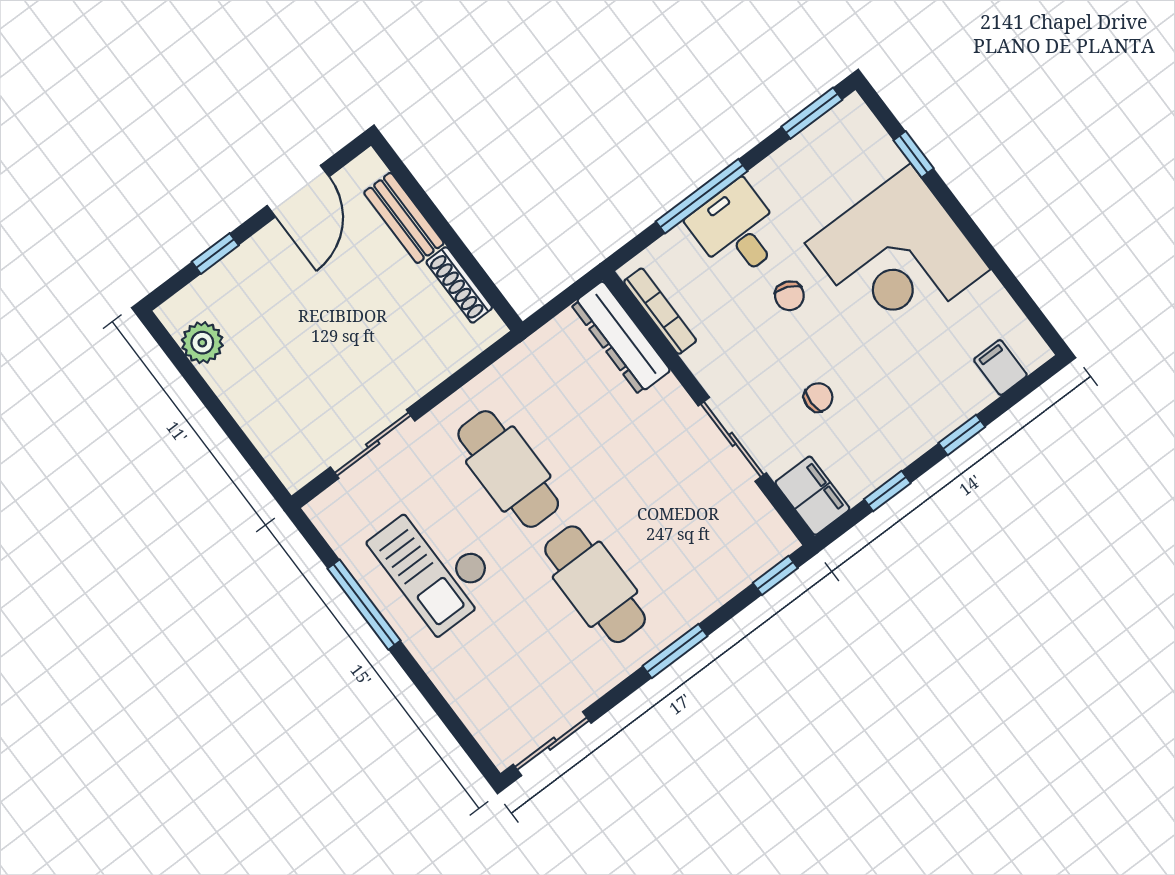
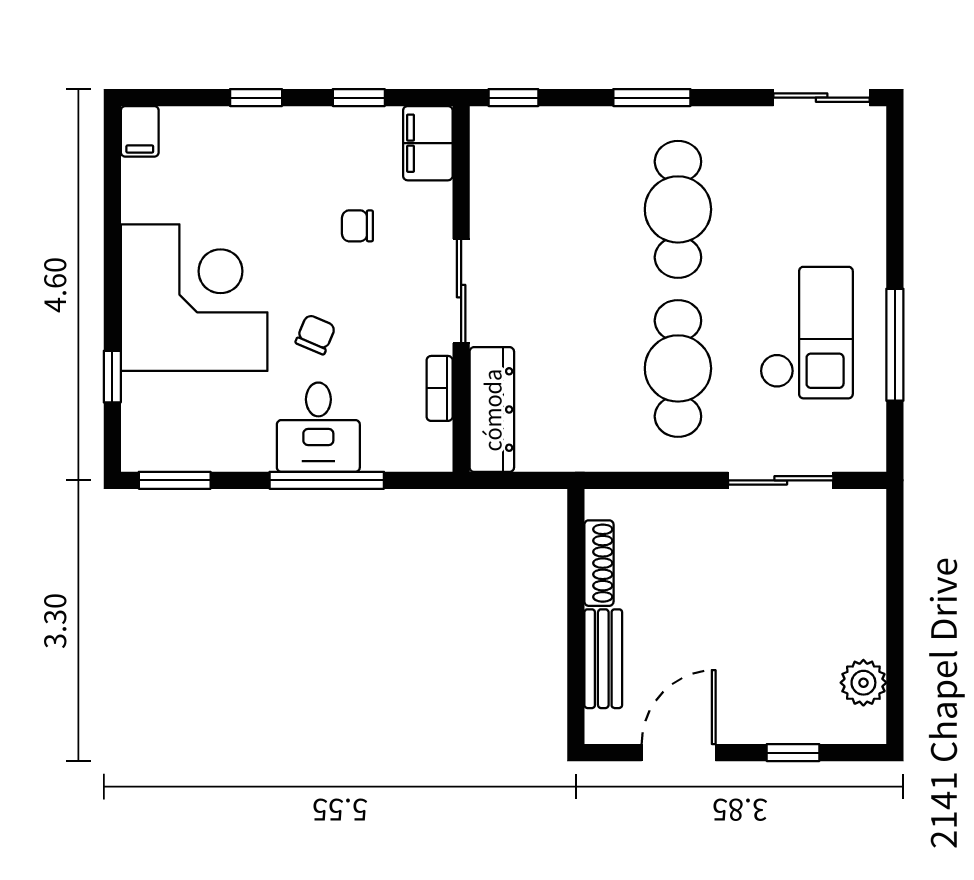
bookcase: (660, 311) -> (440, 388), width x0.64
filing cabinet: (1000, 367) -> (140, 131), moved
sliding door: (732, 439) -> (461, 291), moved

